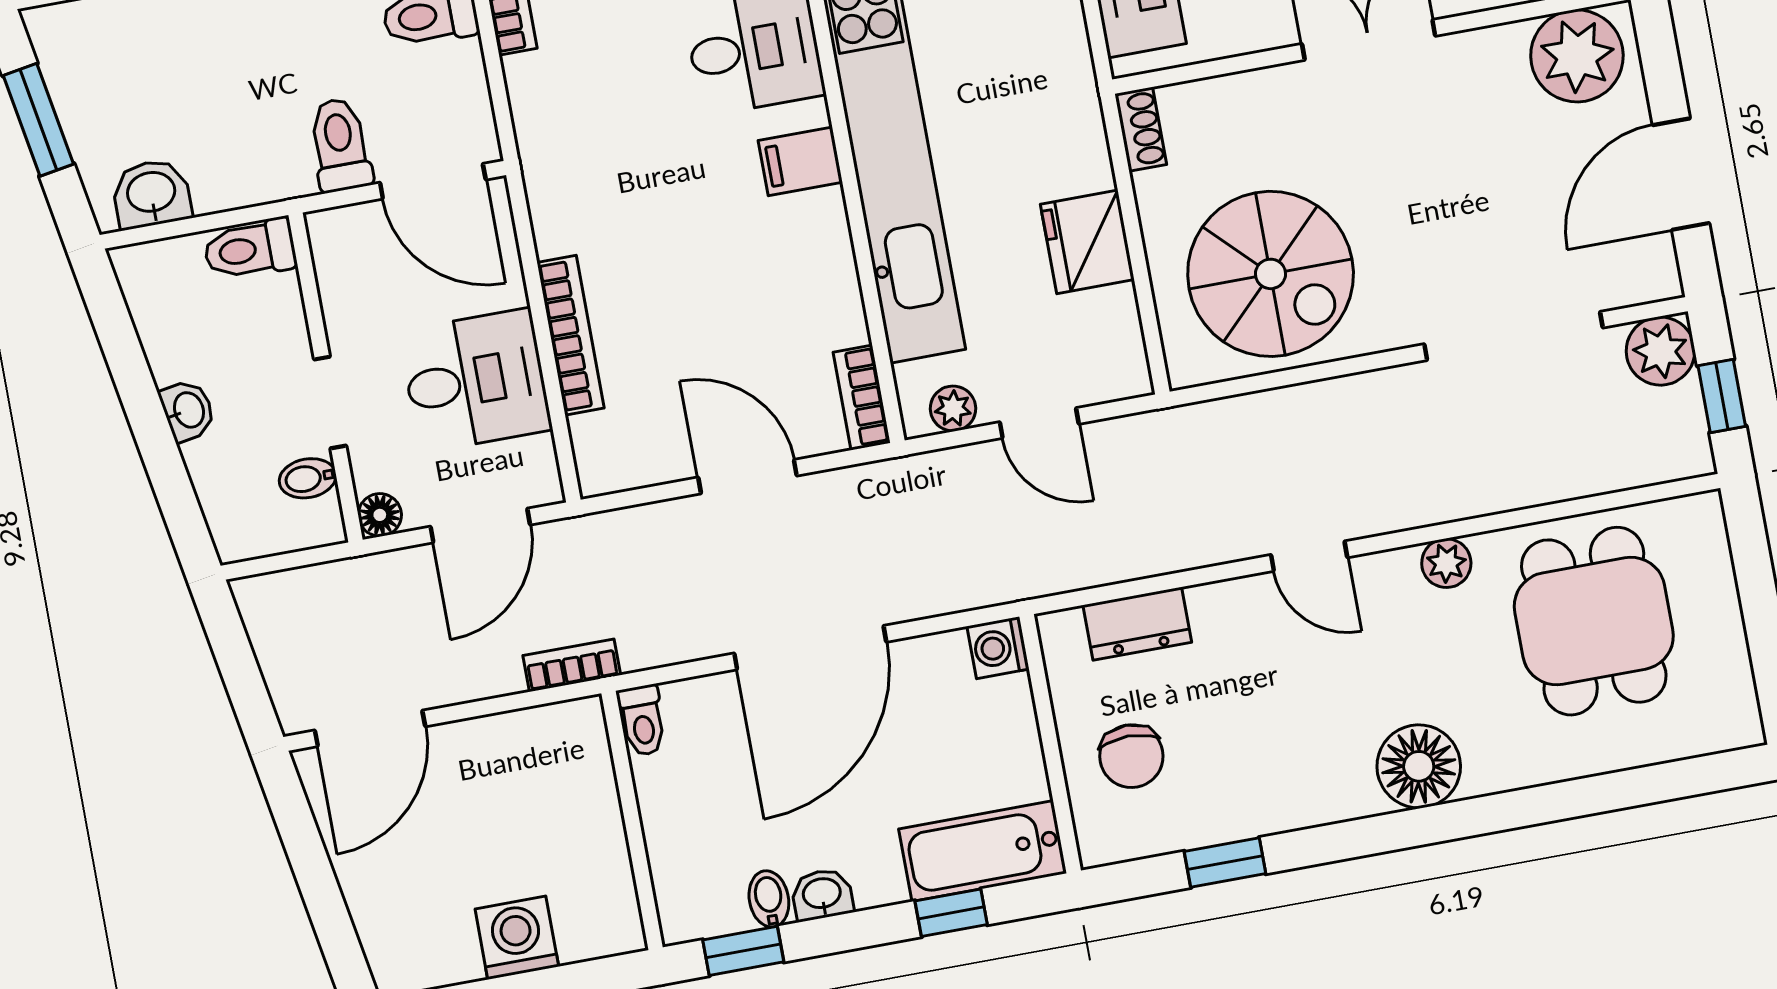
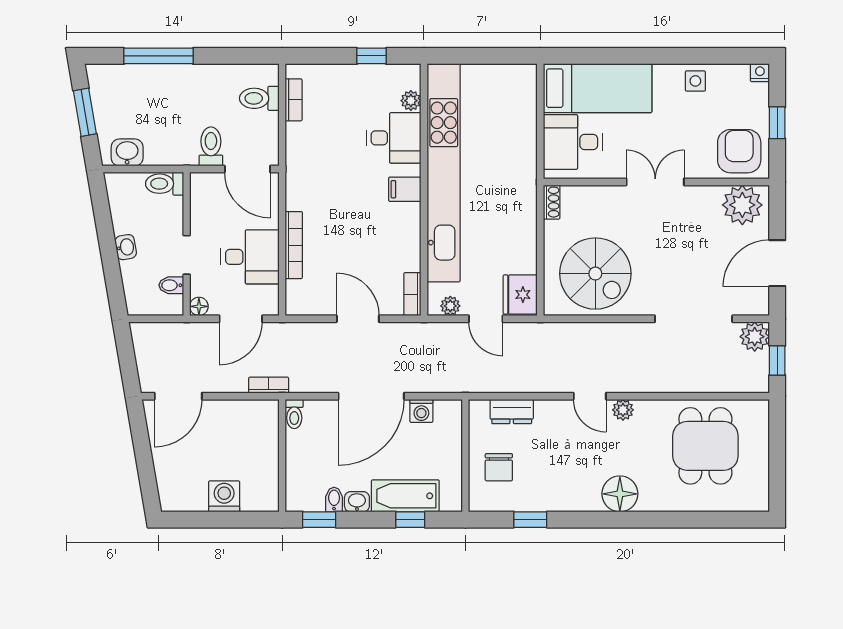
fridge: (1087, 242) -> (520, 295), moved
plant: (1446, 563) -> (623, 410), moved
washing machine: (998, 648) -> (421, 411), moved, turned -90
bathtub: (983, 851) -> (405, 496), moved

